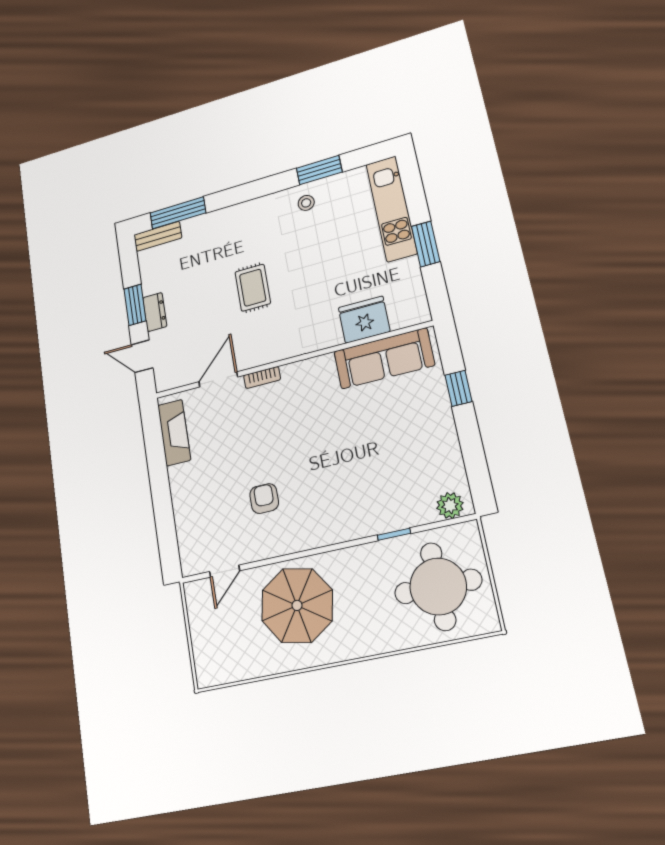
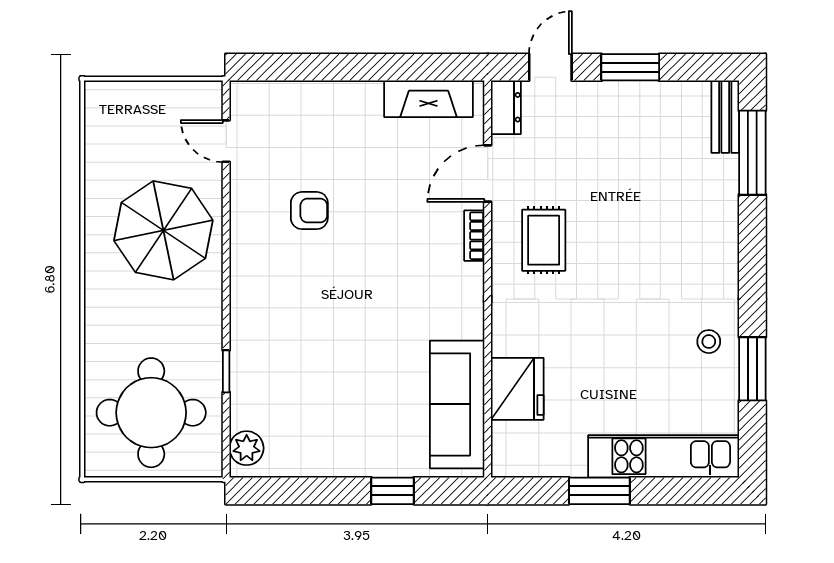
rug: (253, 288) -> (544, 240), moved, turned 90
dresser: (155, 312) -> (506, 107), moved, turned -90
door: (218, 379) -> (488, 174), swing flipped

